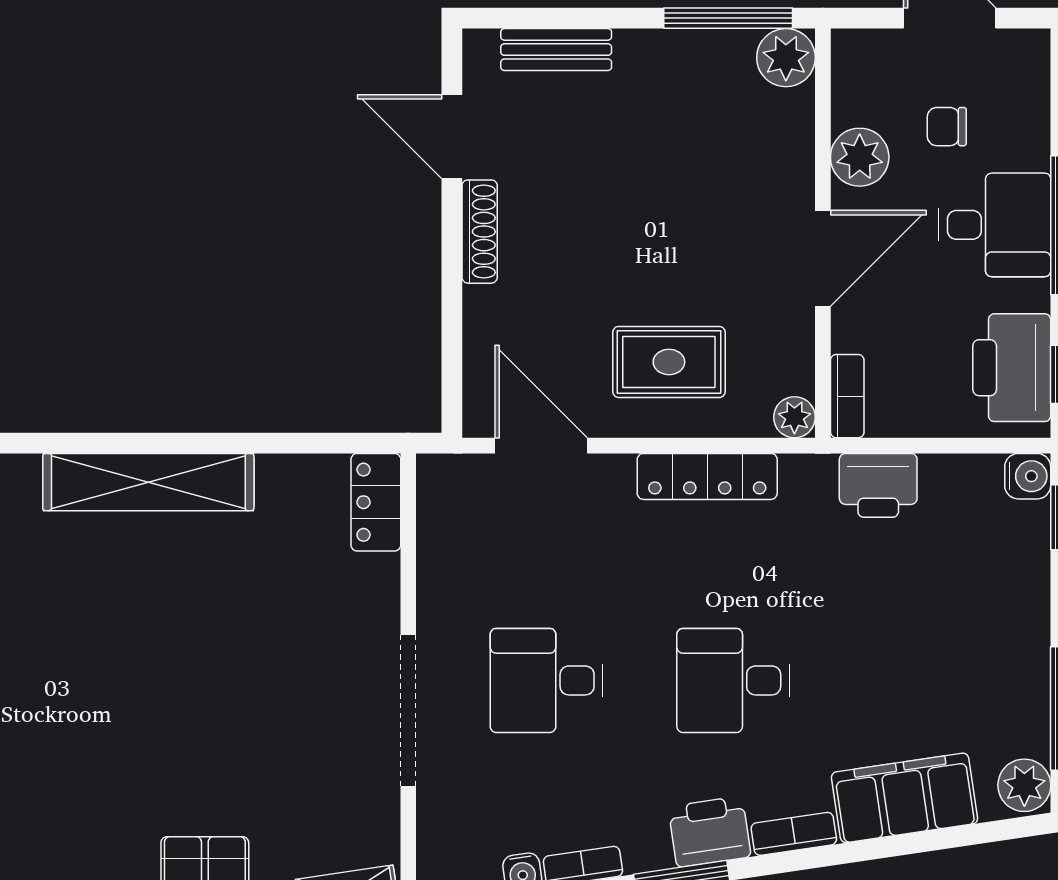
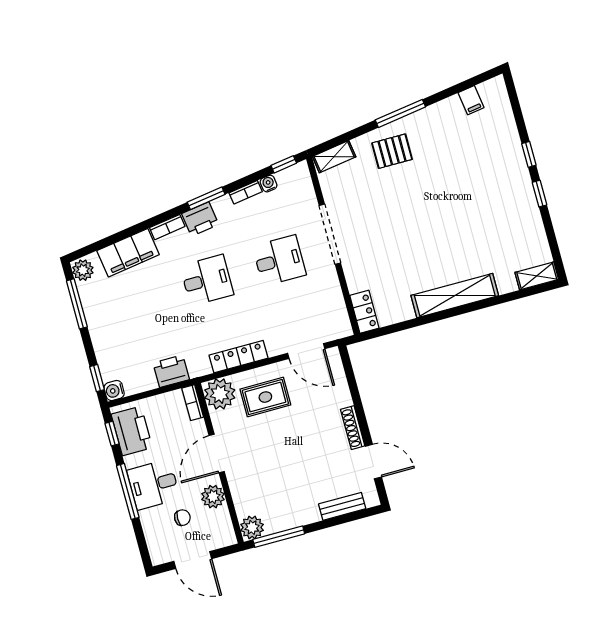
plant: (794, 417) -> (220, 394), width x1.88, depth x1.88

